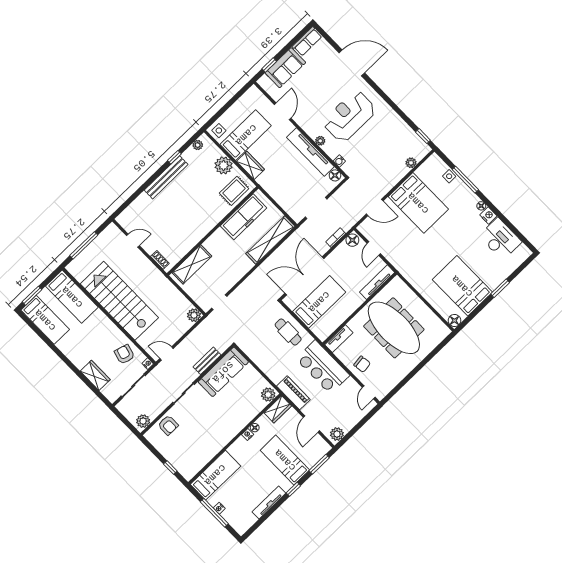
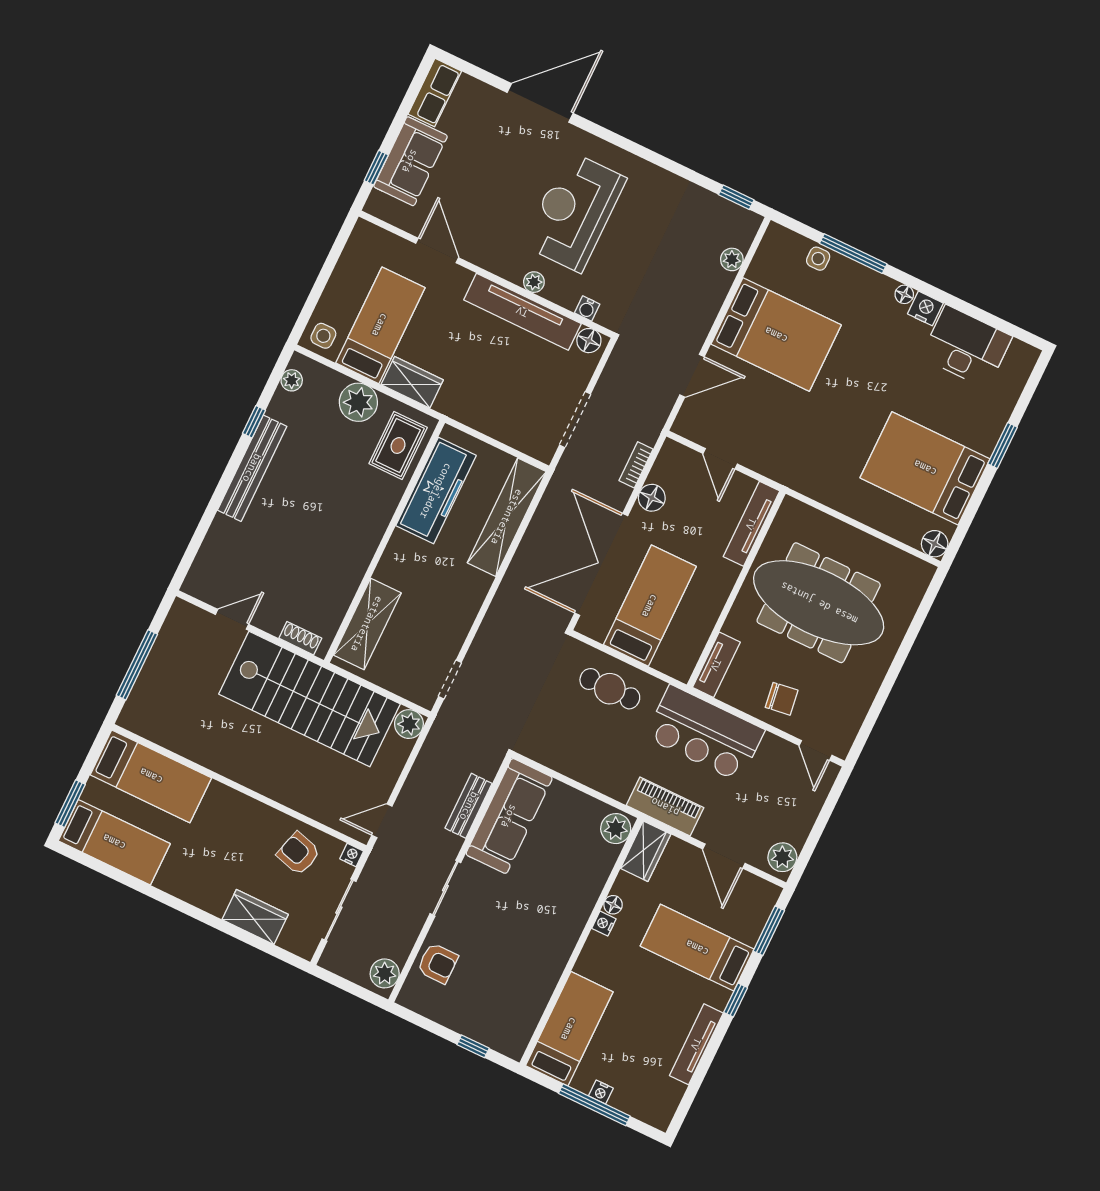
floor lamp: (352, 240) -> (652, 498), moved
stairs: (119, 301) -> (309, 699), moved, turned 180

